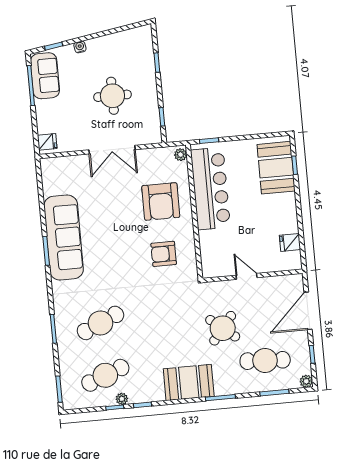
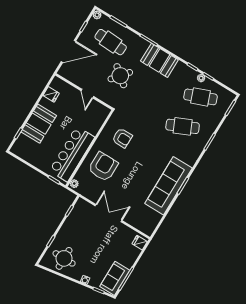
round table: (112, 96) -> (64, 258), moved
booth: (276, 168) -> (39, 124), moved

